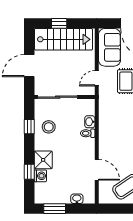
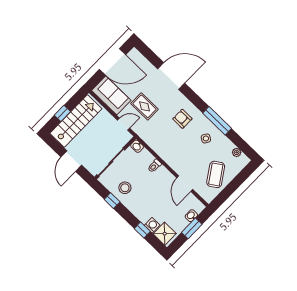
door: (97, 78) -> (124, 124), swing flipped
washbasin: (90, 122) -> (137, 146), moved
shower: (43, 160) -> (165, 234), moved
door: (97, 170) -> (185, 184), swing flipped
window: (55, 209) -> (192, 228), moved

